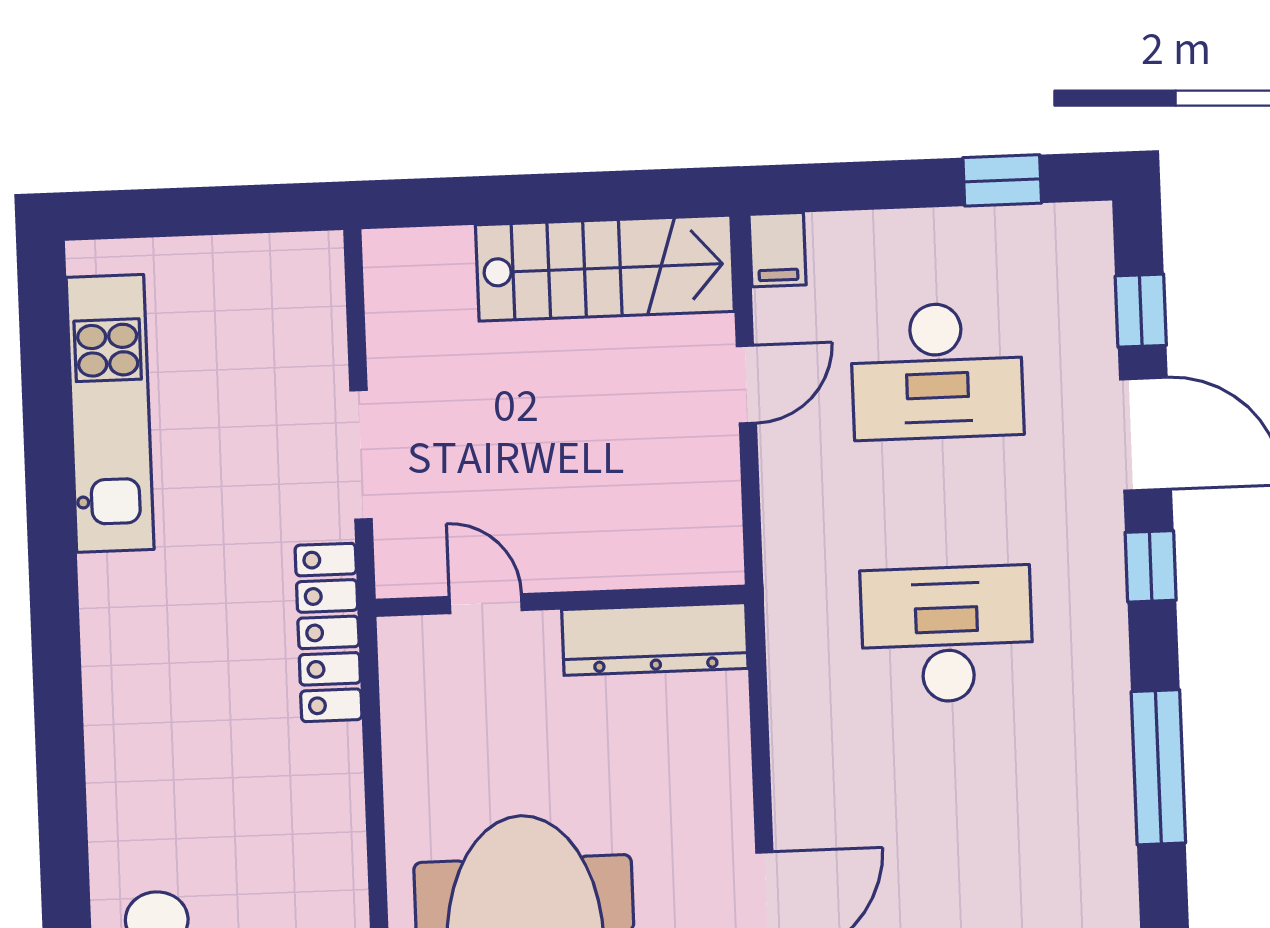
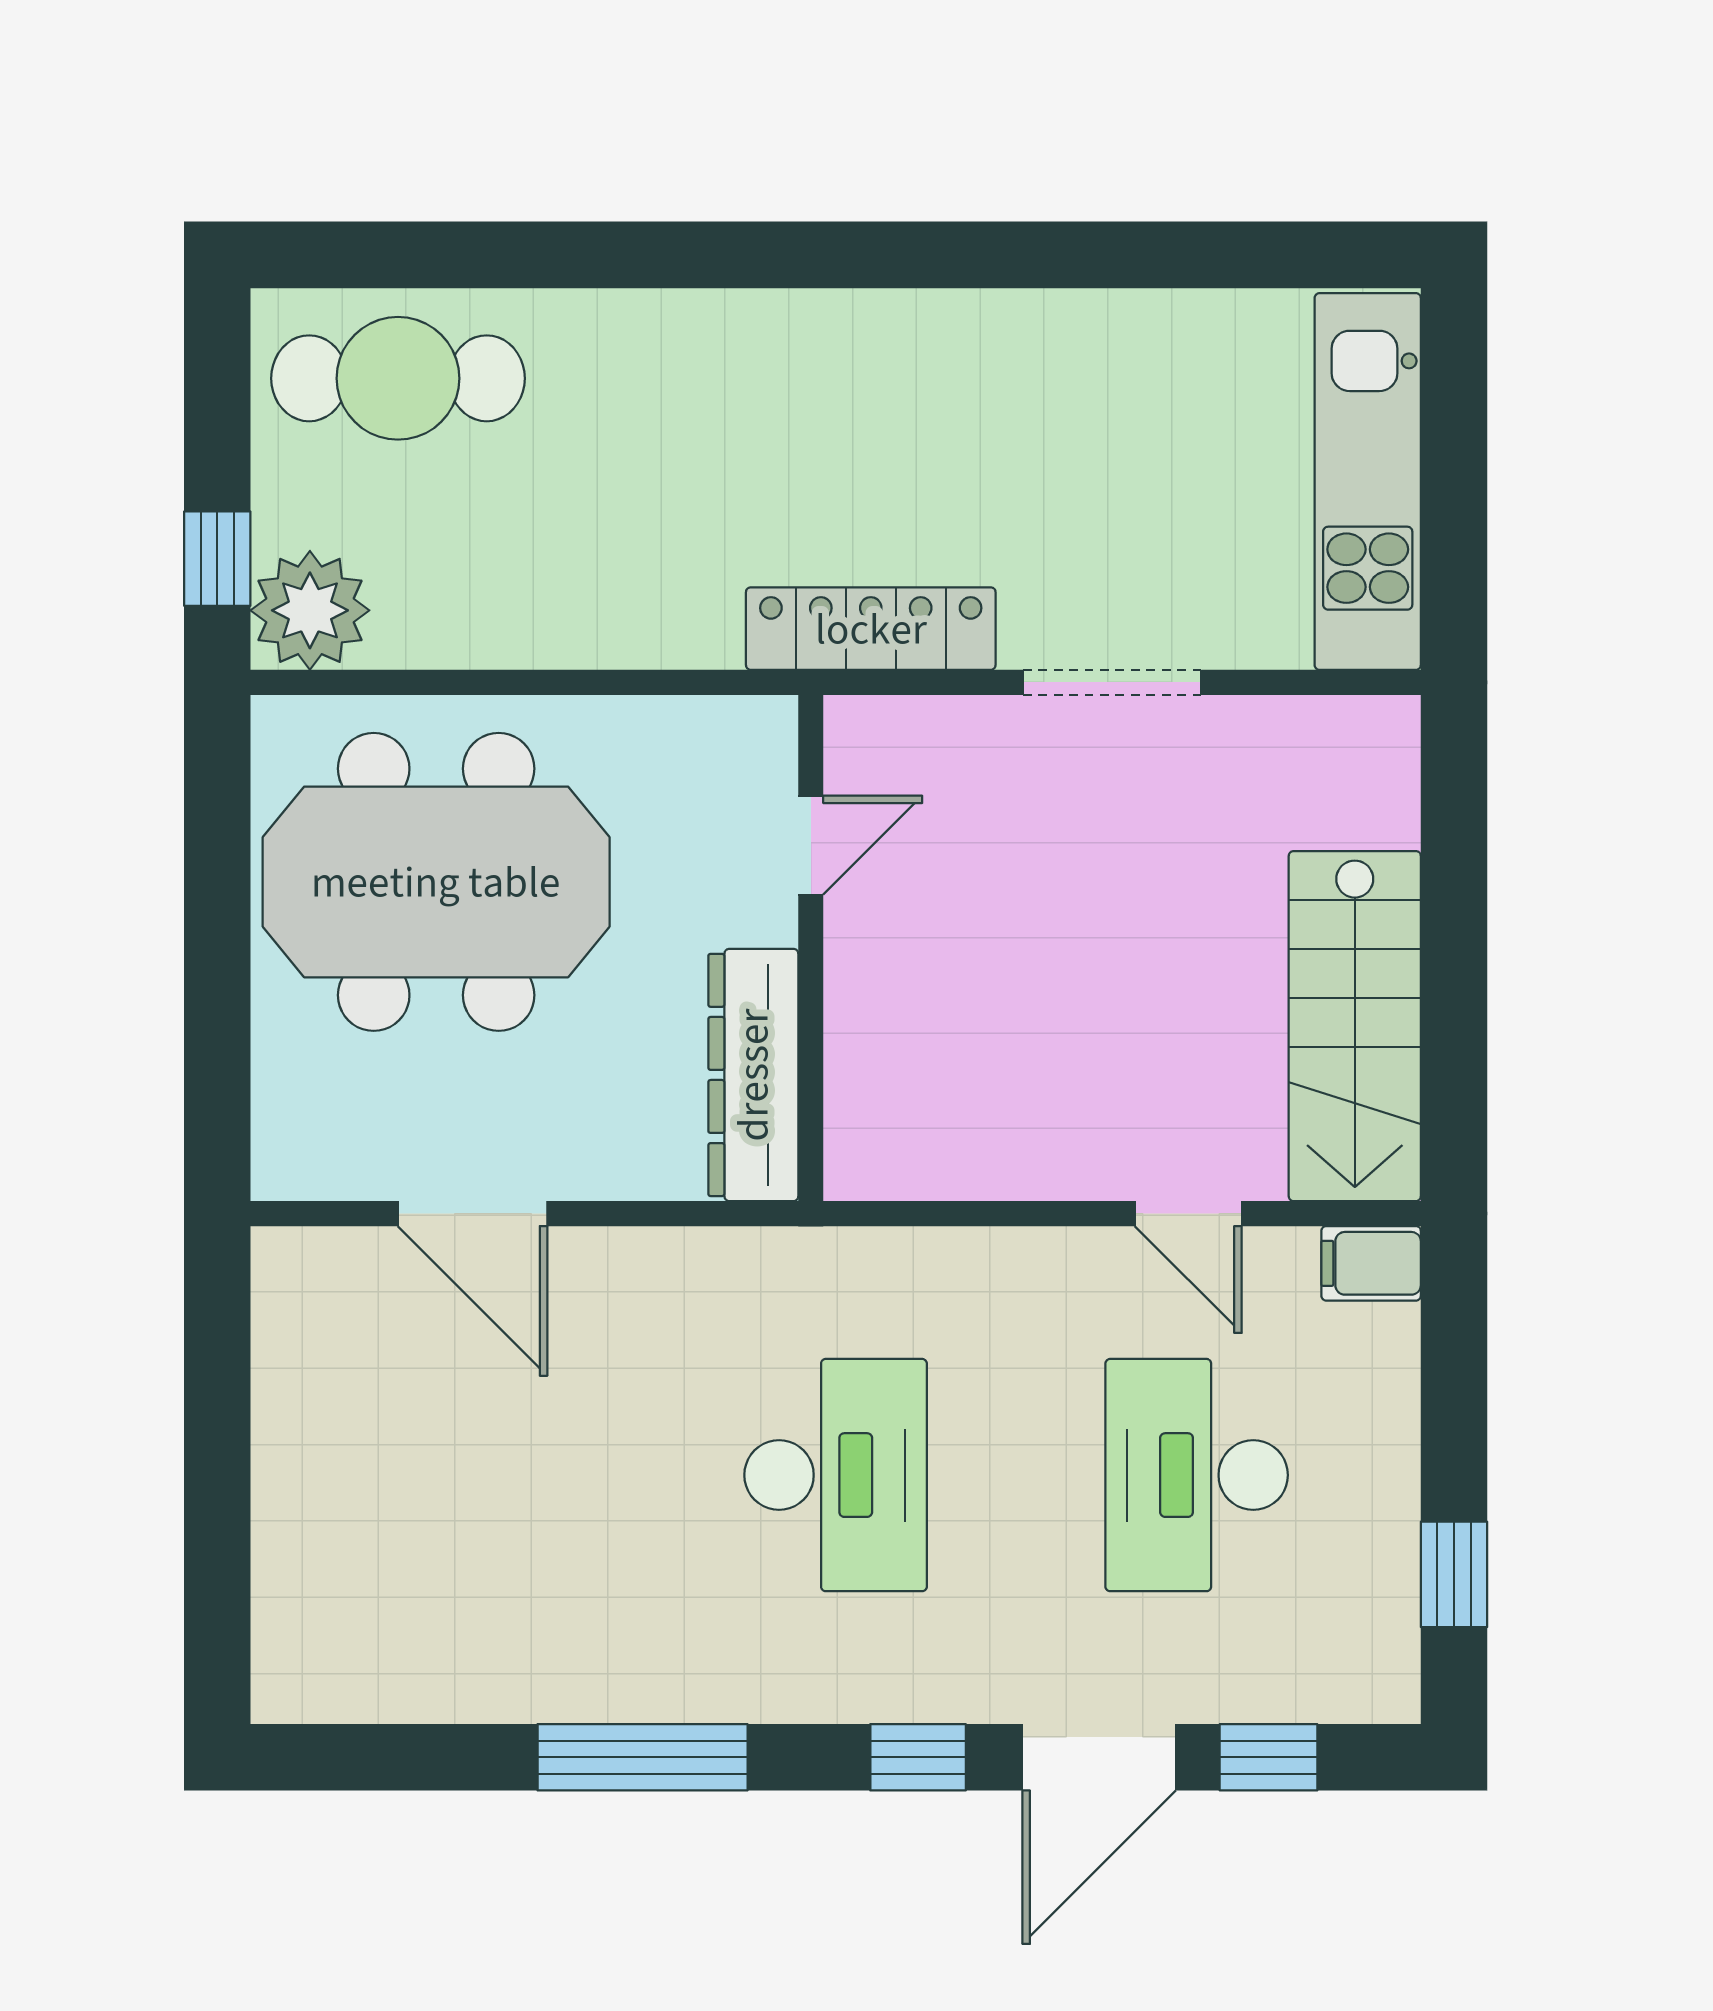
kitchen unit: (110, 413) -> (1368, 481), moved, turned 90
wall: (561, 601) -> (811, 948), moved
door: (486, 604) -> (811, 845), moved
dresser: (655, 639) -> (753, 1075), moved

